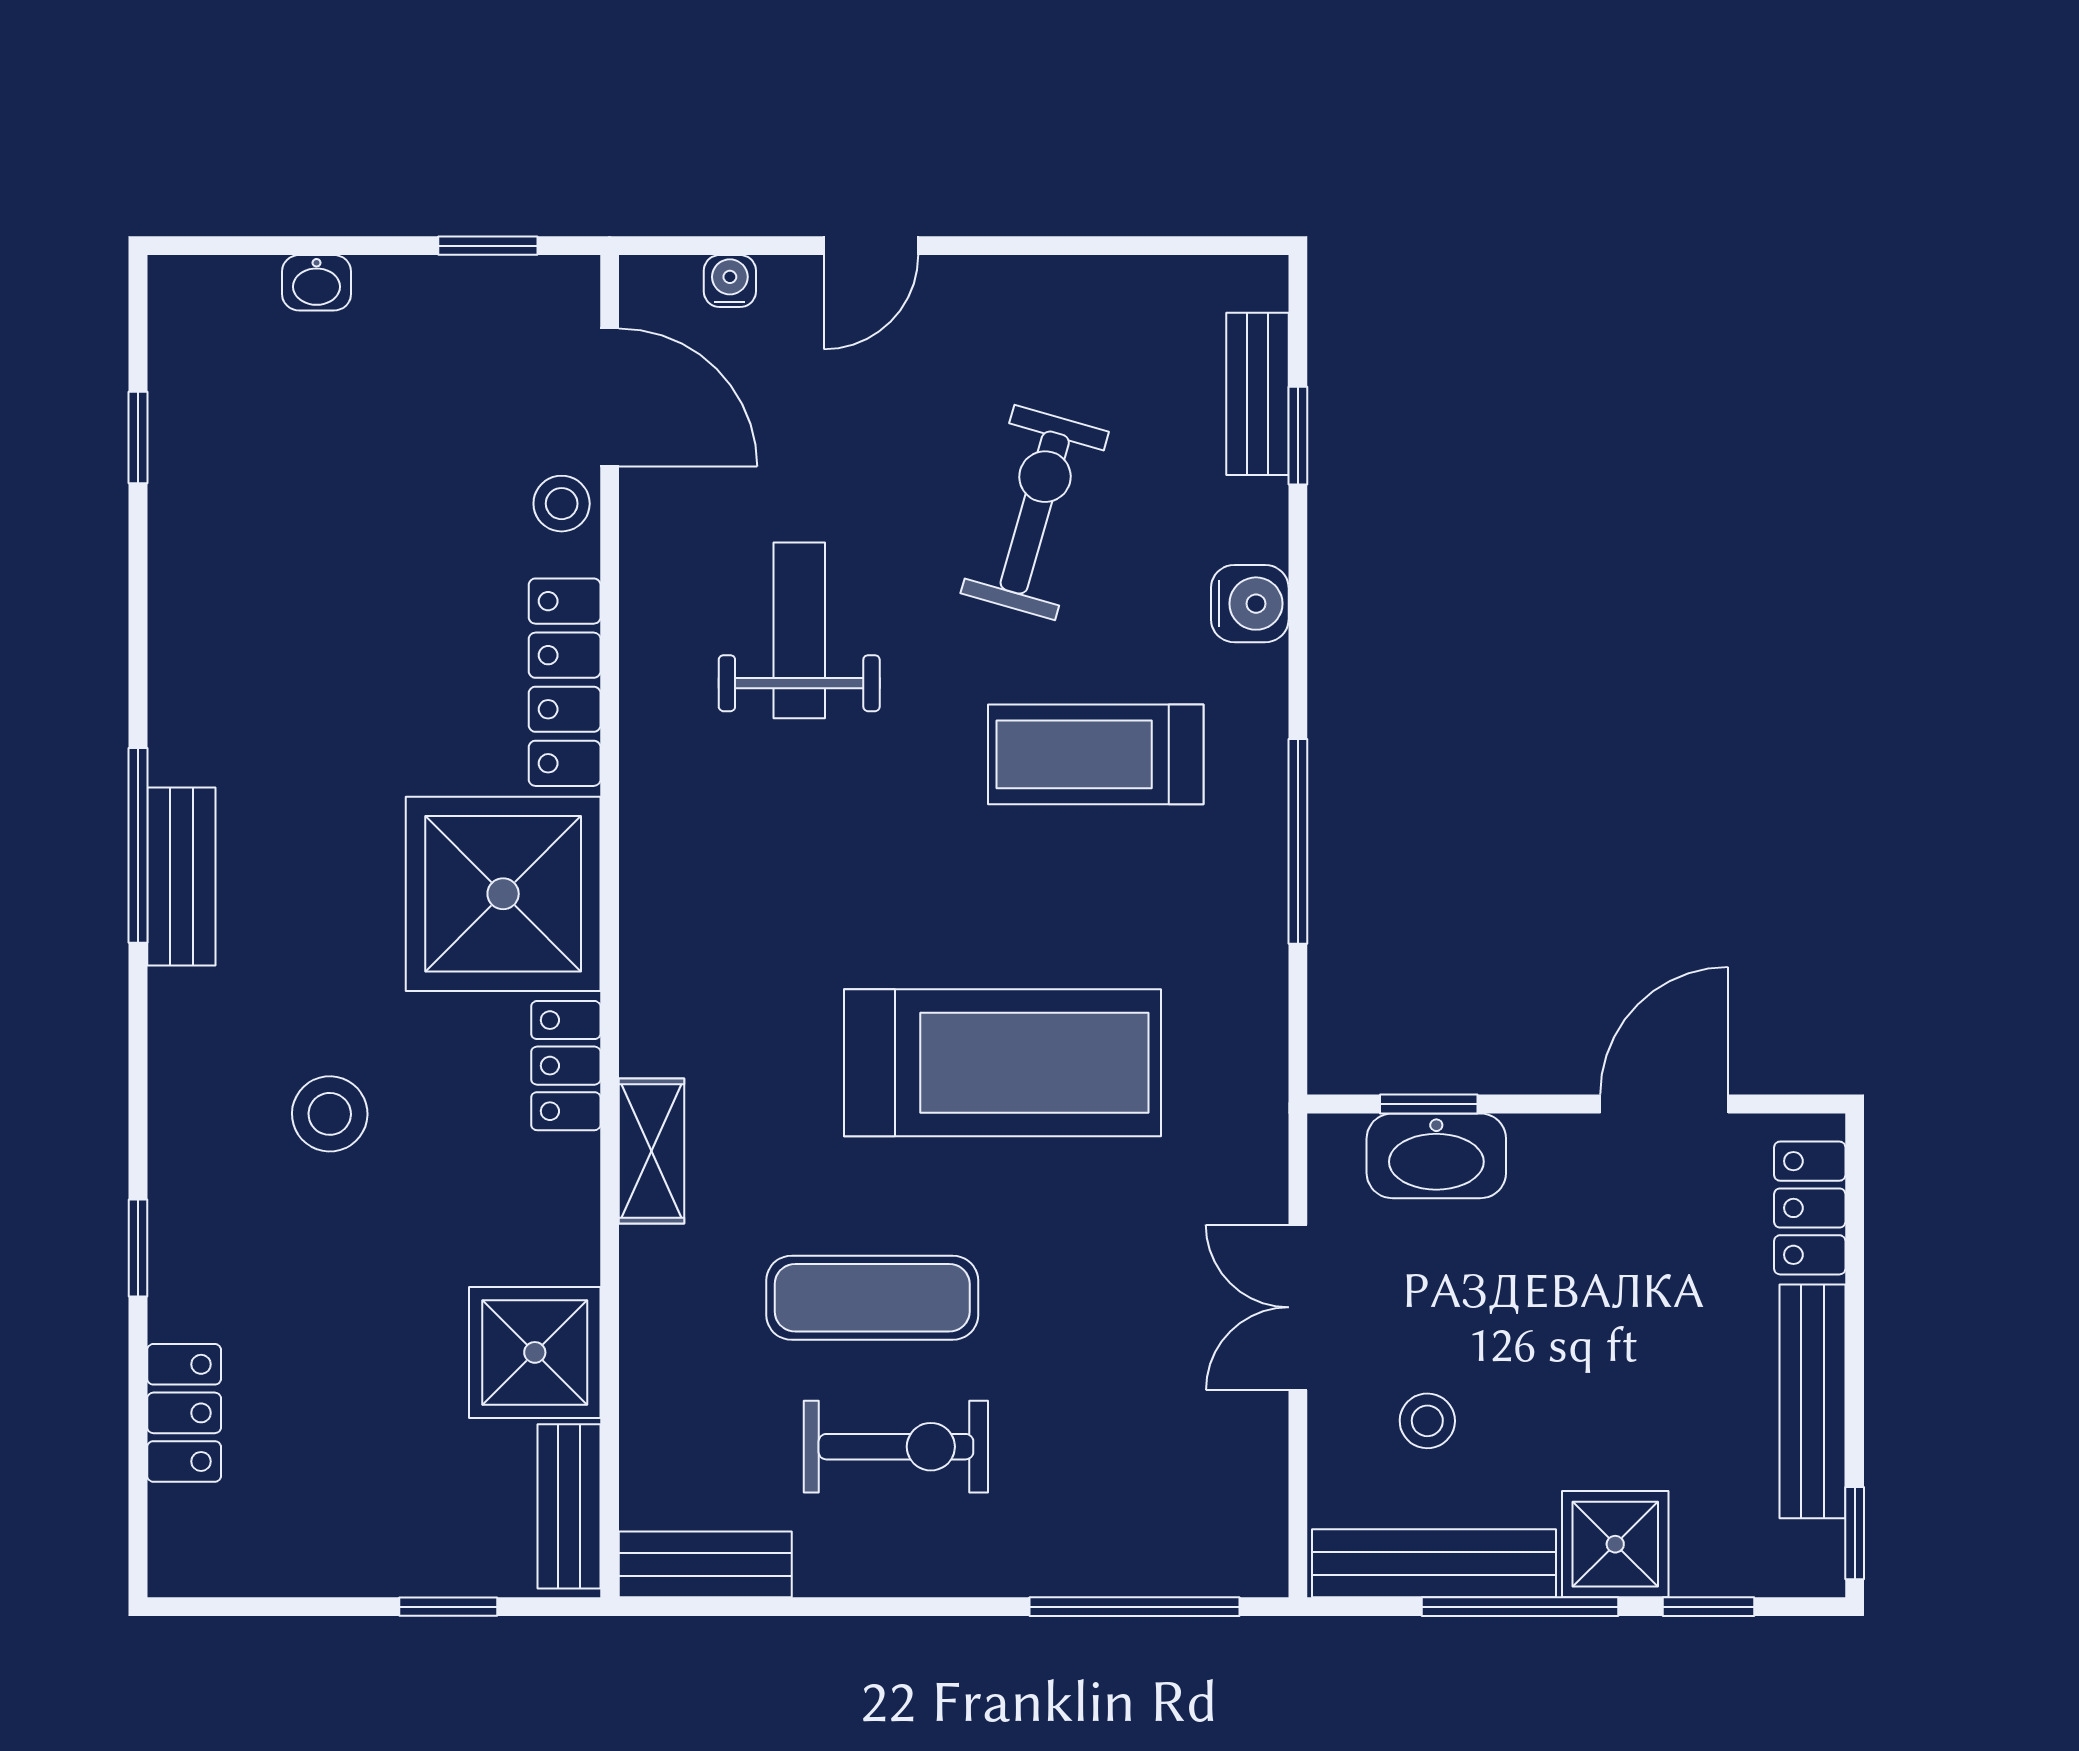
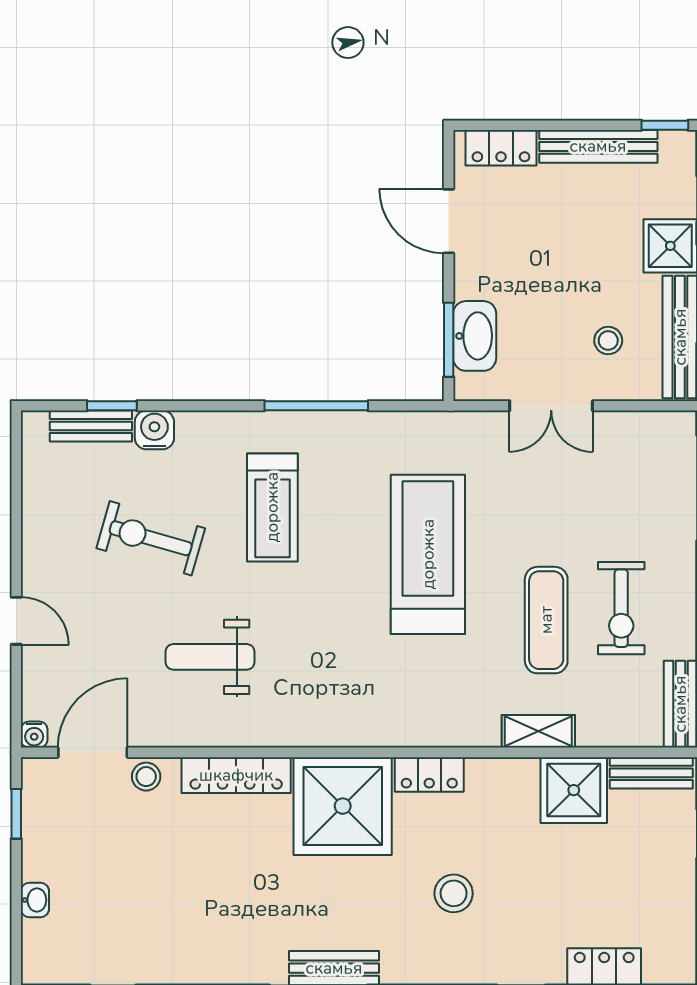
water cooler: (730, 281) -> (34, 735), moved, turned -90
water cooler: (1250, 604) -> (154, 430), moved
window: (1429, 1104) -> (449, 340), width x1.50
shelving: (652, 1151) -> (538, 731), moved
exercise bike: (896, 1447) -> (621, 608), turned 180

